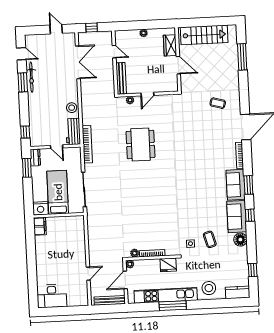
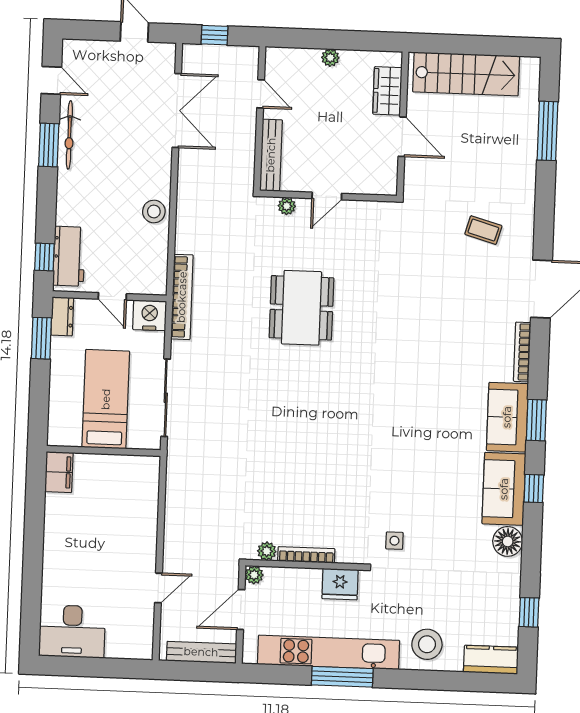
workbench: (73, 132) -> (69, 256), moved, turned 180
nightstand: (41, 208) -> (150, 315), moved, turned 180
coffee table: (210, 239) -> (439, 535), removed

